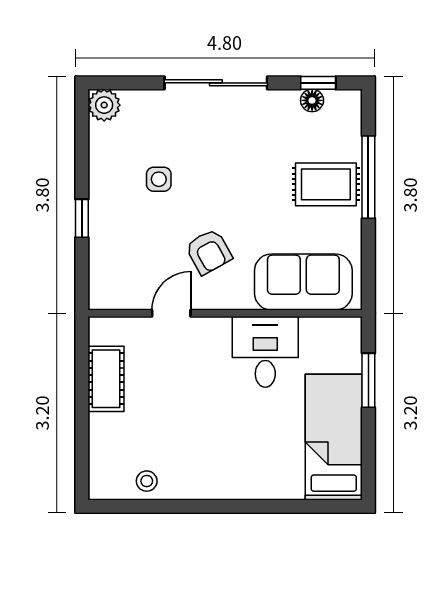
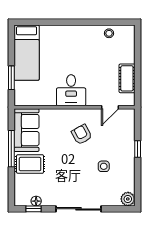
window: (368, 177) -> (11, 149), moved
sofa: (303, 282) -> (26, 130), moved, turned -90
door: (171, 313) -> (110, 107), moved
desk: (265, 352) -> (71, 90), moved

